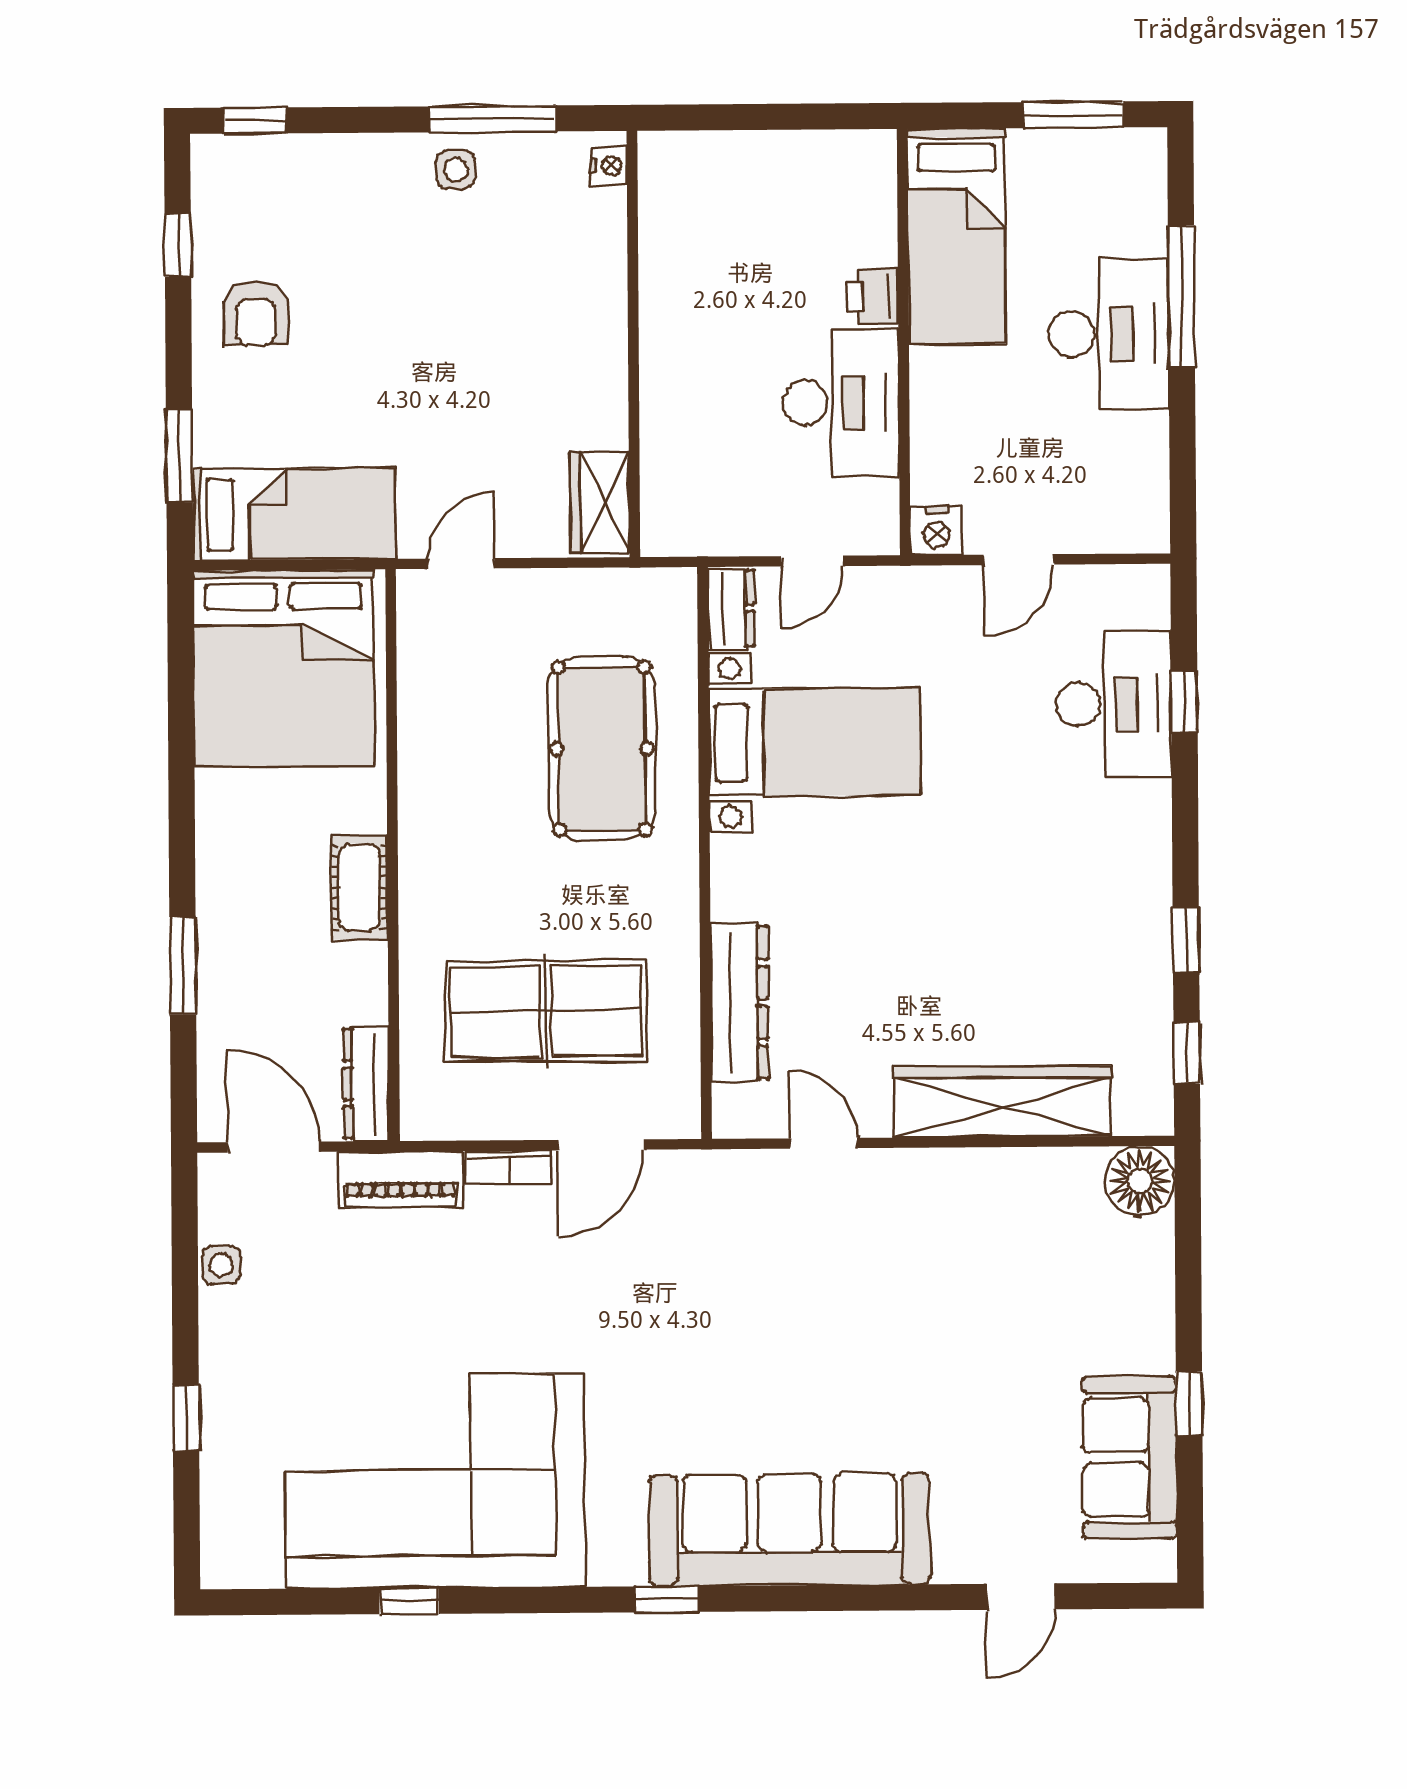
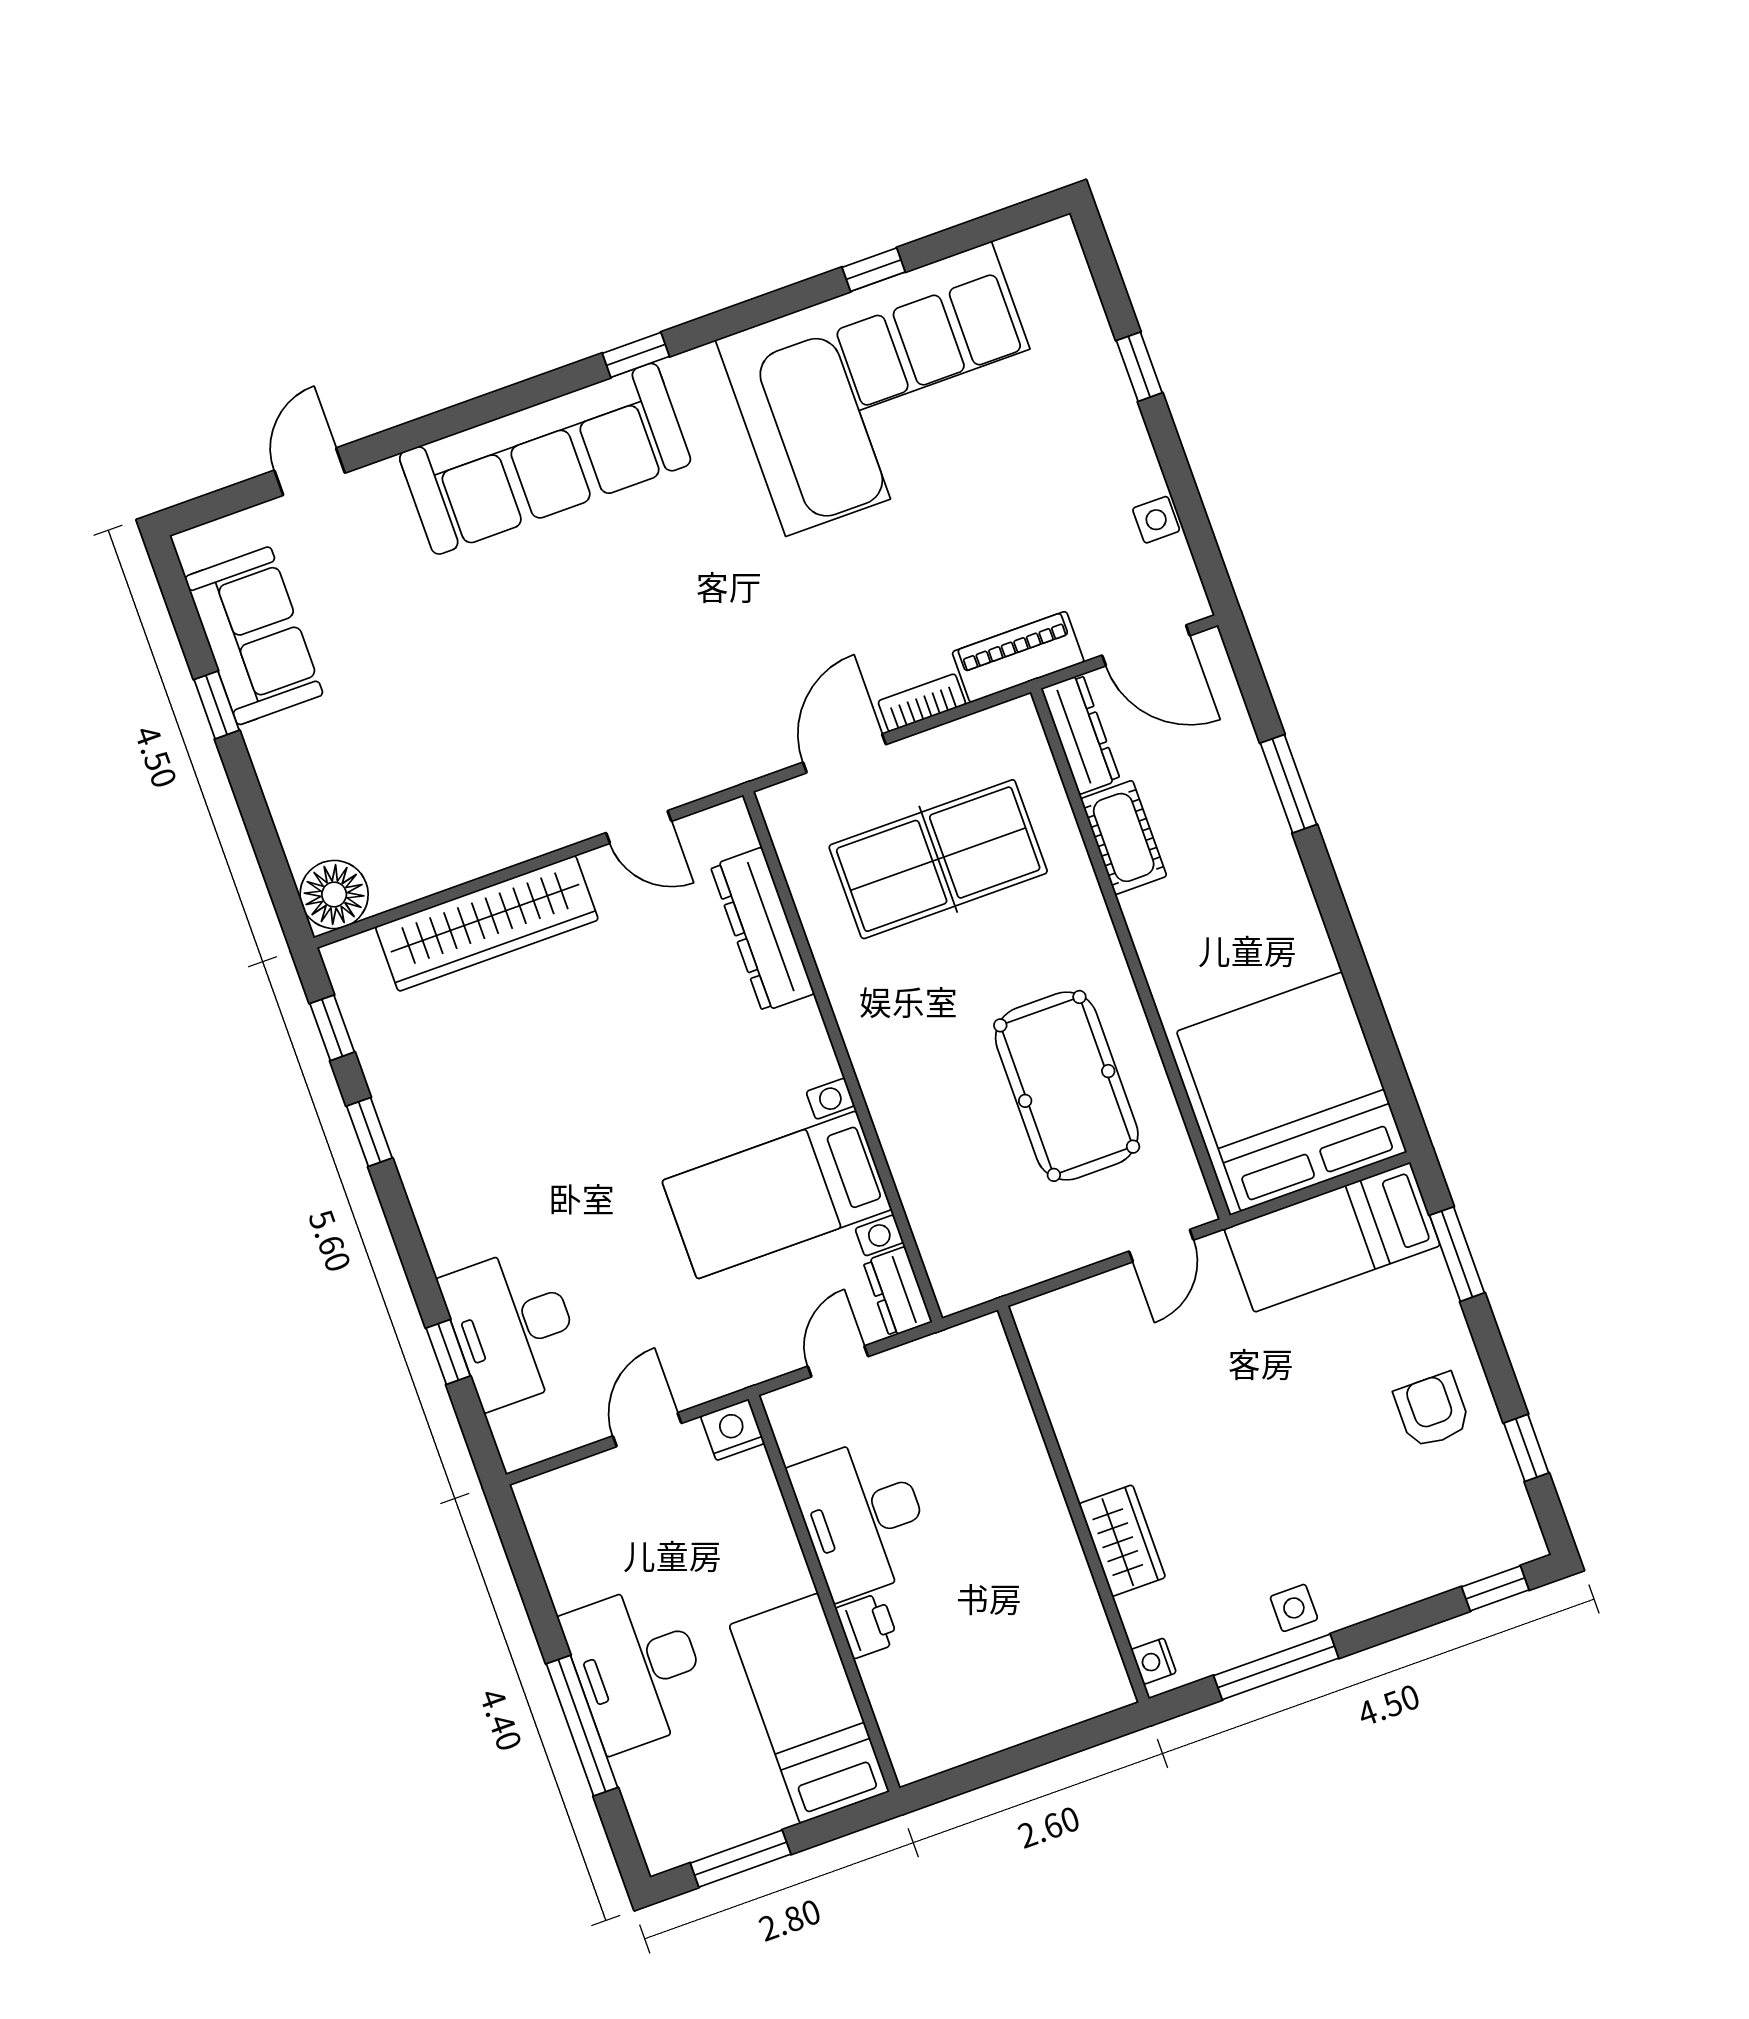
wardrobe: (600, 502) -> (1122, 1541), moved
pool table: (602, 748) -> (1067, 1086), moved
cot: (359, 887) -> (1124, 837), moved

